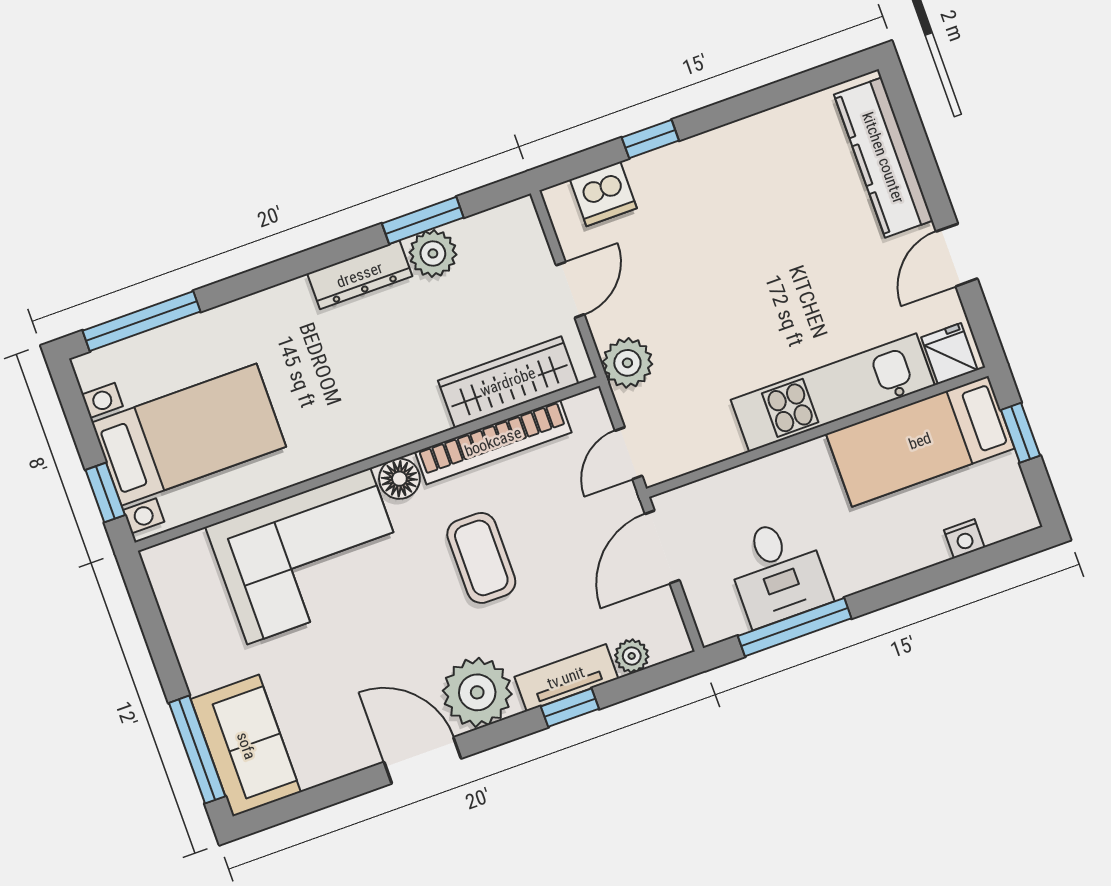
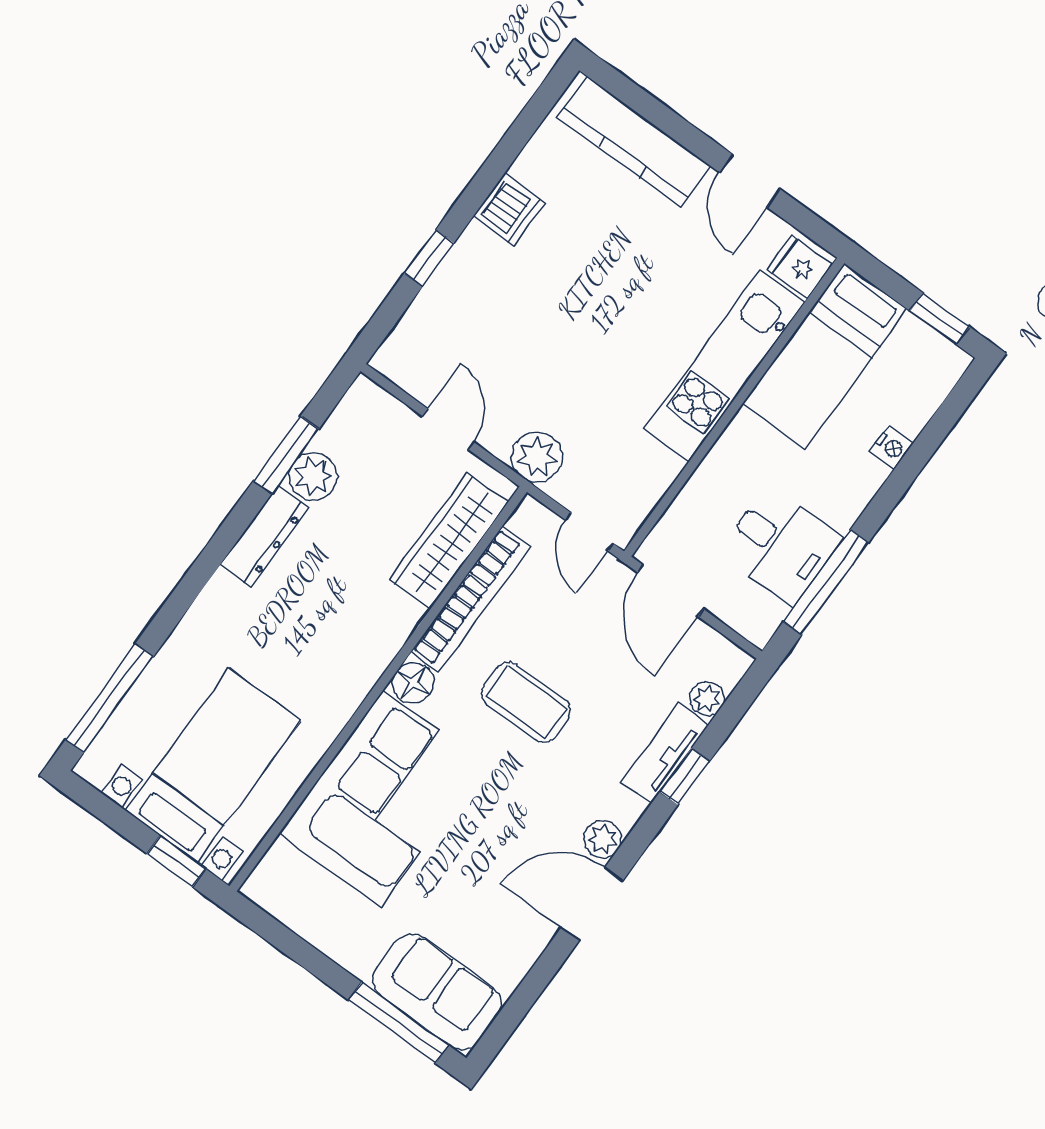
dishwasher: (603, 194) -> (509, 210), moved
window: (1020, 433) -> (940, 319), moved
nightstand: (964, 539) -> (891, 447), moved
plant: (477, 692) -> (603, 839), width x0.53, depth x0.53

